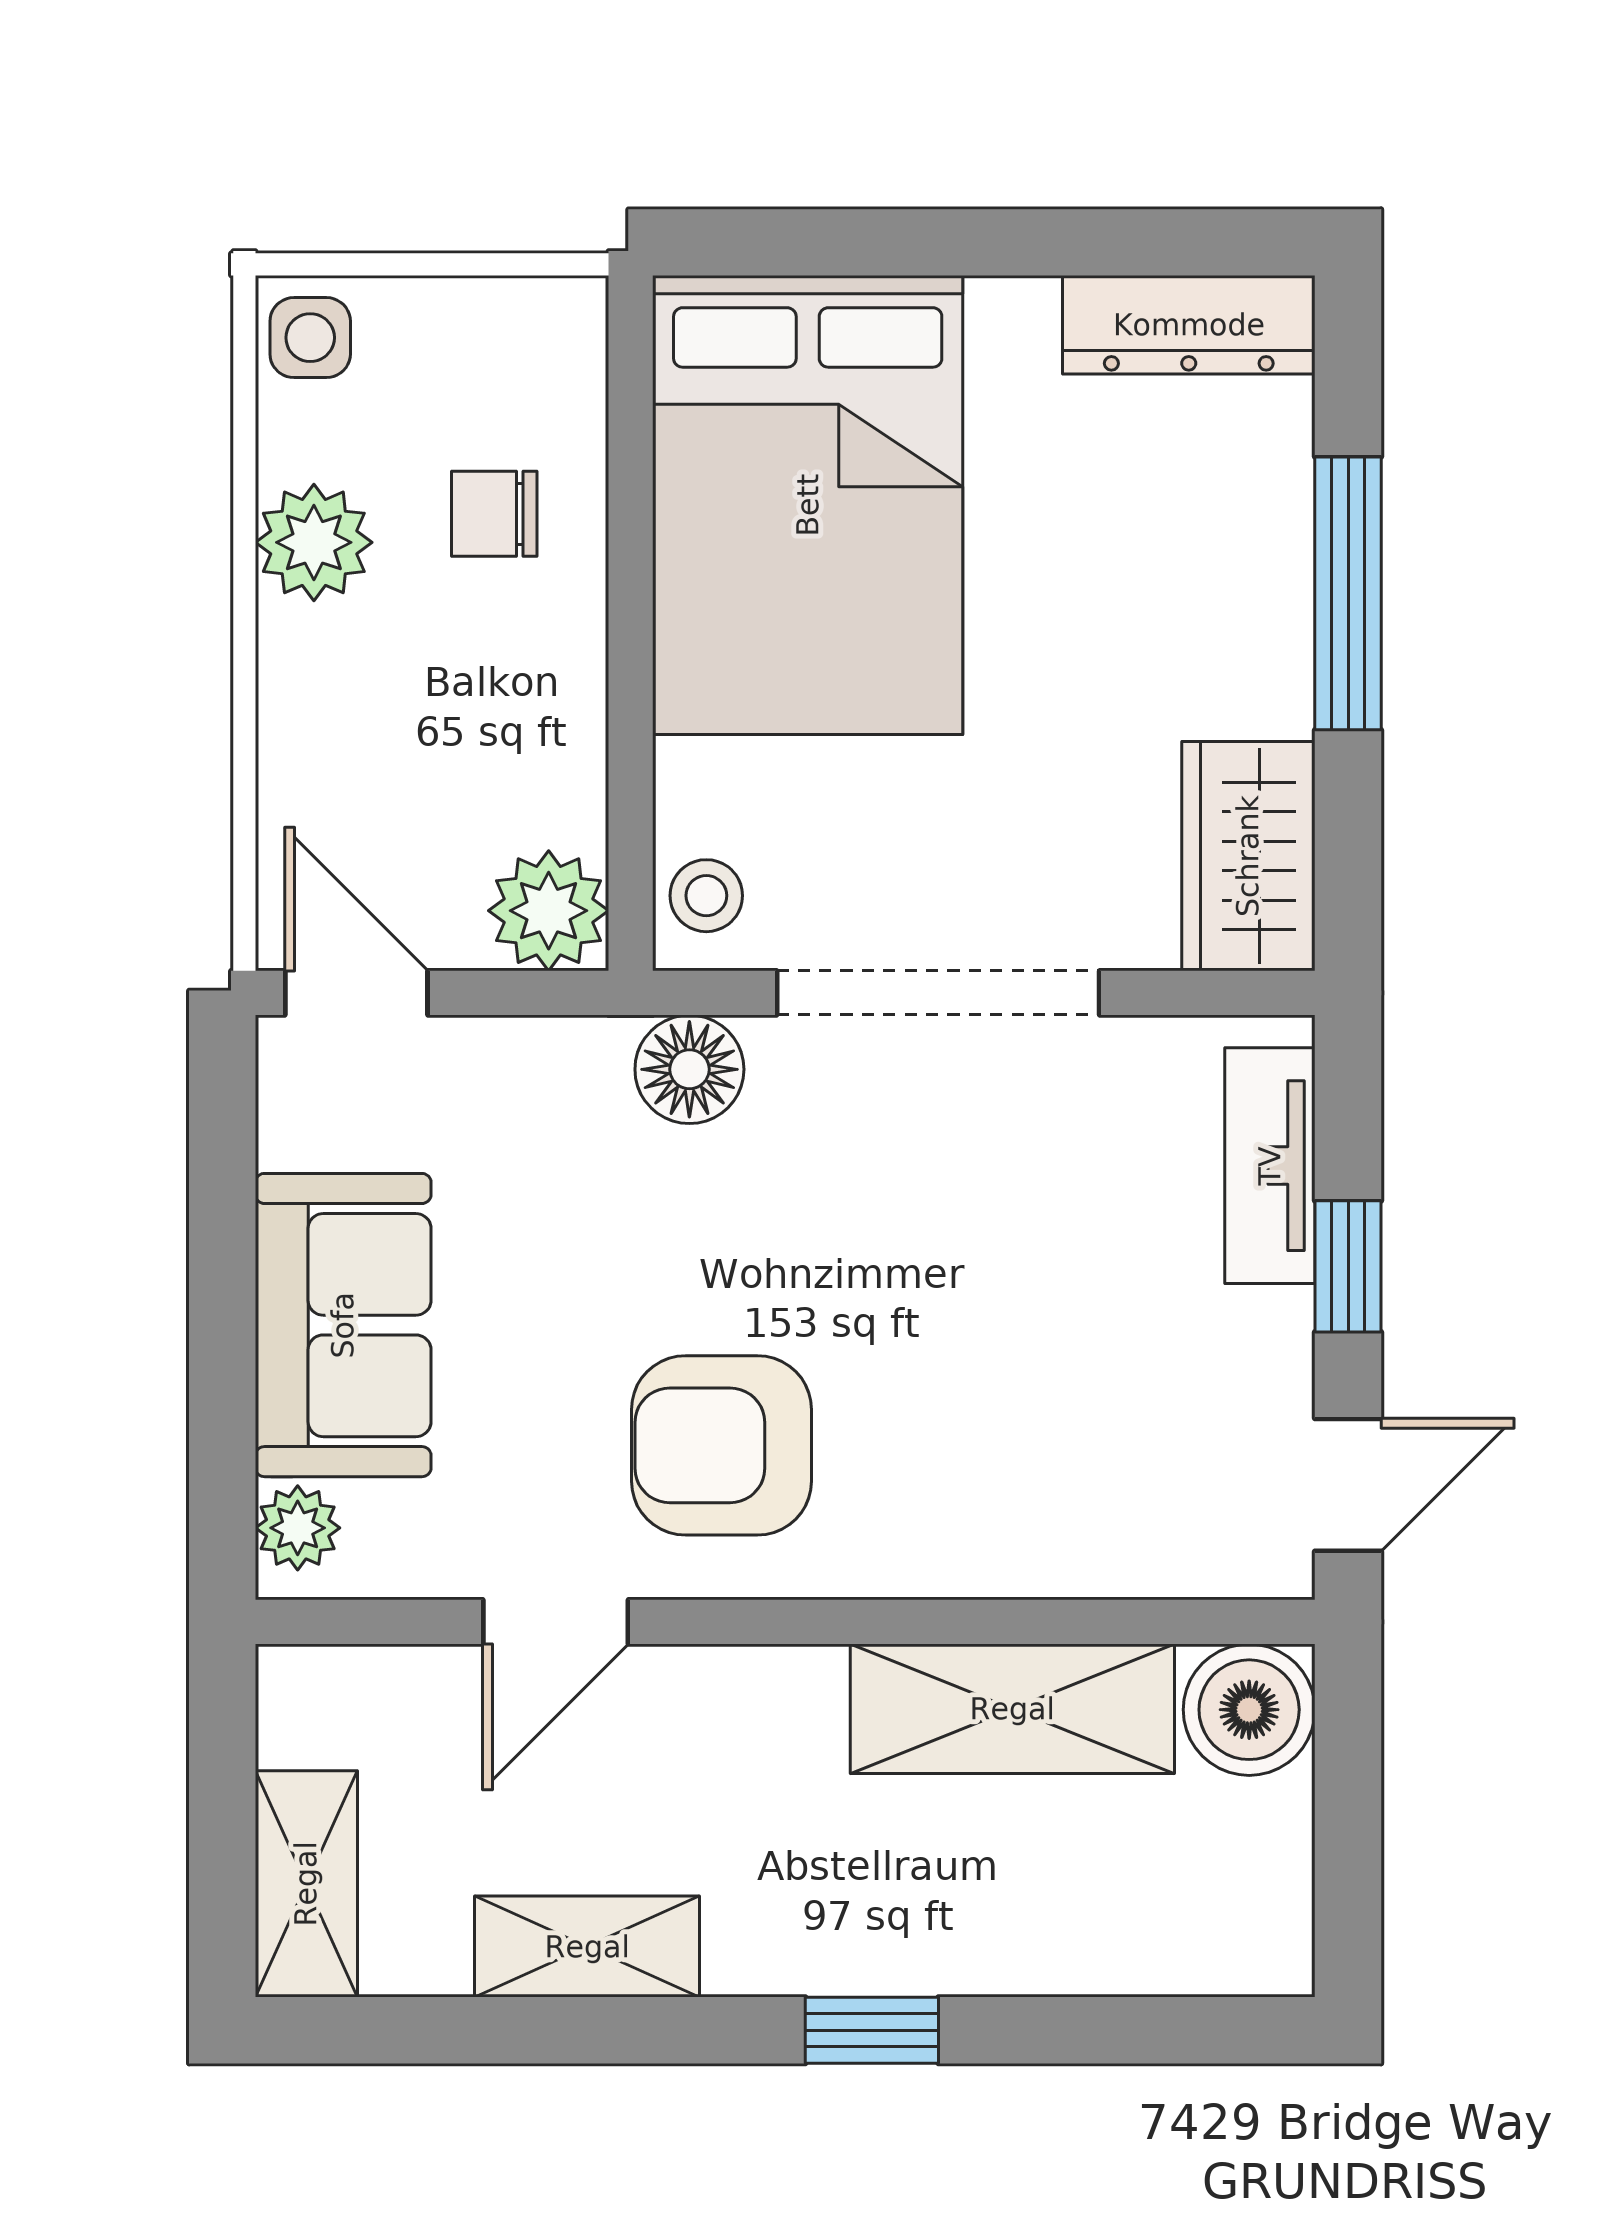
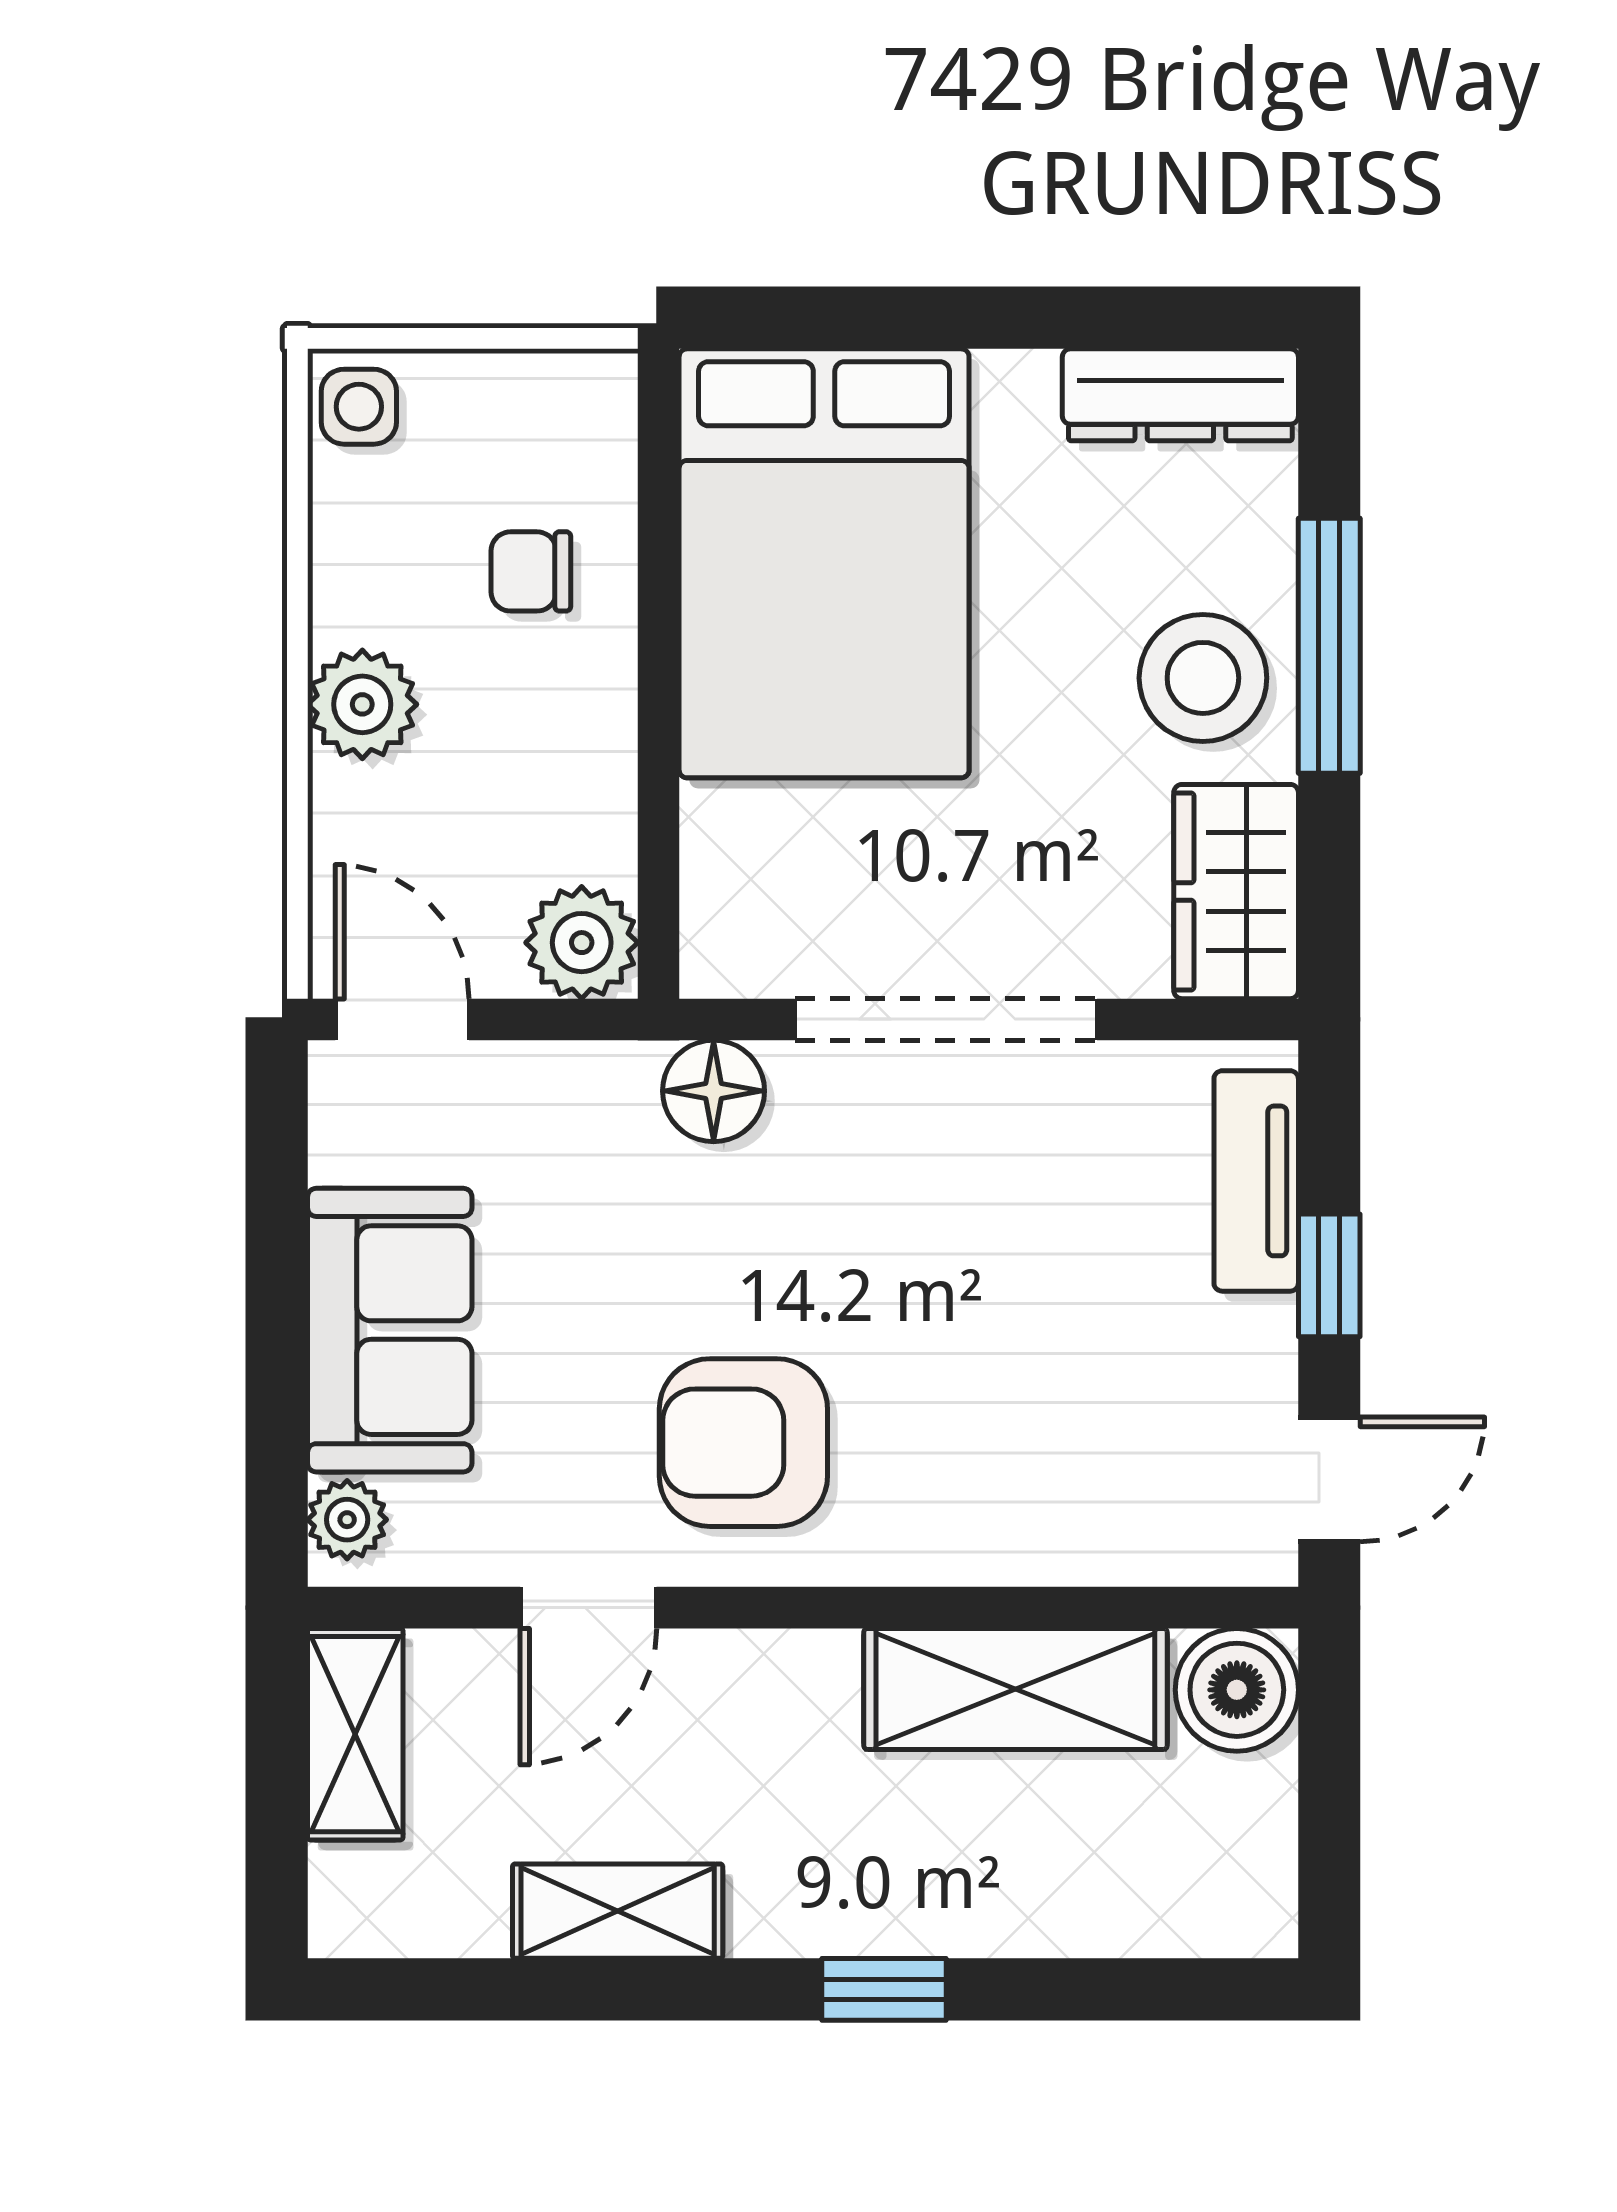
plant: (314, 542) -> (362, 704), moved
stool: (706, 896) -> (1203, 678), moved, width x1.89, depth x1.89
shelving: (306, 1884) -> (355, 1734), moved

